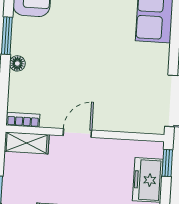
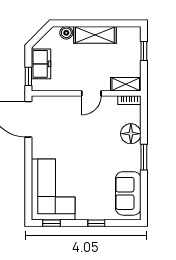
floor lamp: (17, 63) -> (131, 134), width x1.89, depth x1.89

